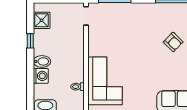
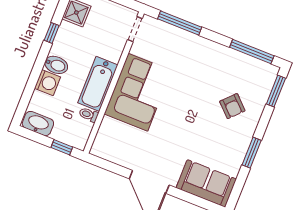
bathtub: (75, 63) -> (98, 84), added
corner sofa: (105, 81) -> (138, 92), moved

